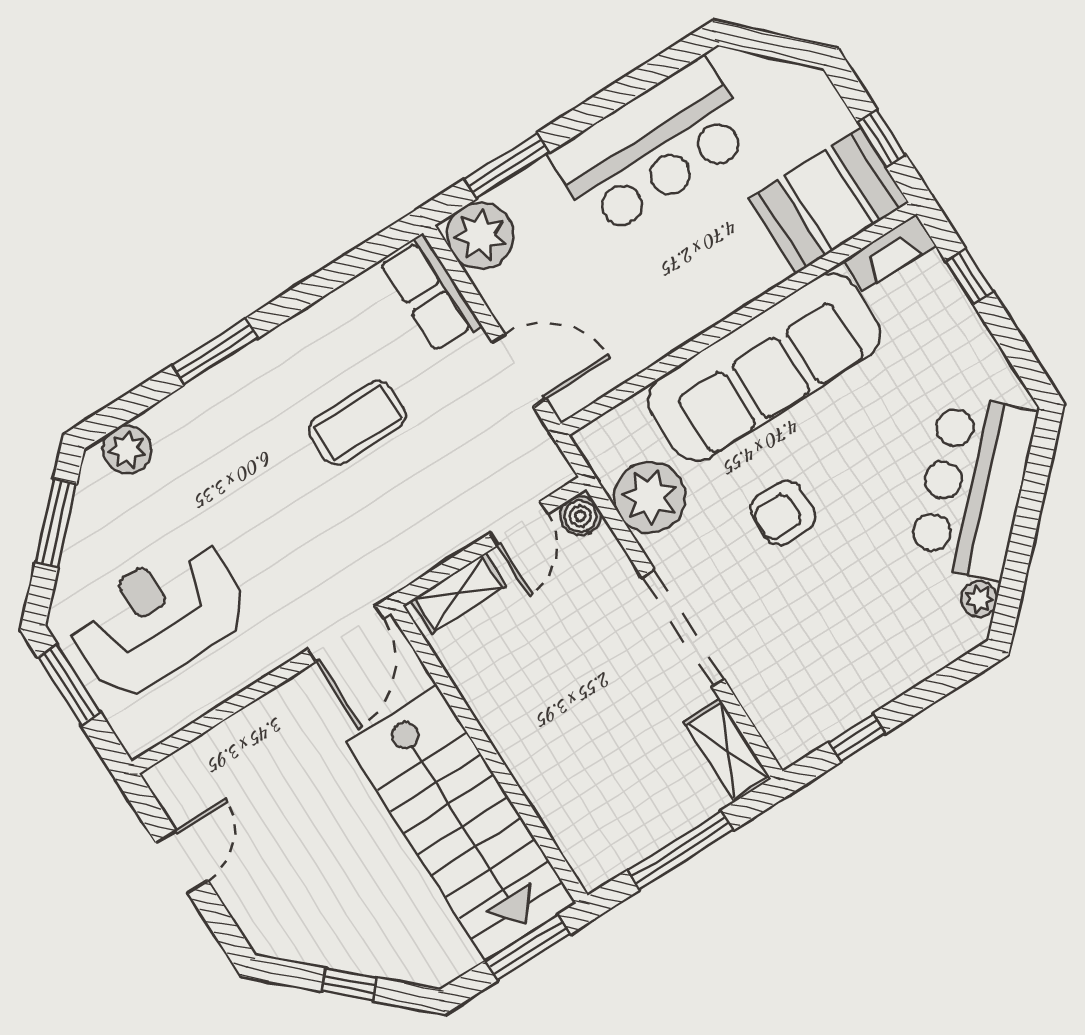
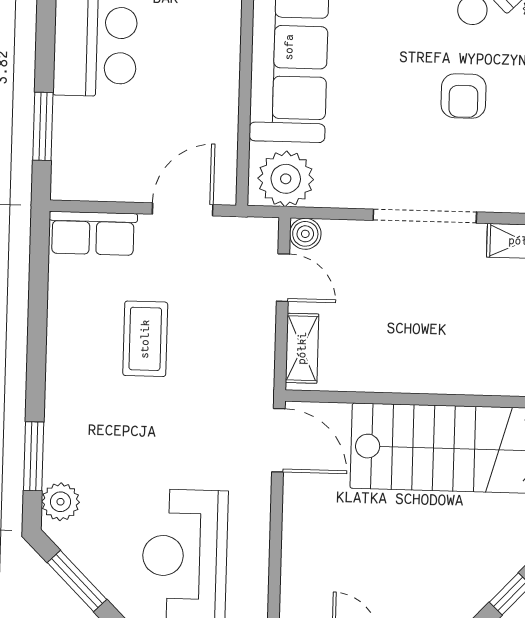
plant: (480, 235) -> (77, 175), removed
window: (215, 352) -> (34, 456), moved
plant: (650, 497) -> (286, 179), moved
armchair: (783, 513) -> (464, 96), moved

